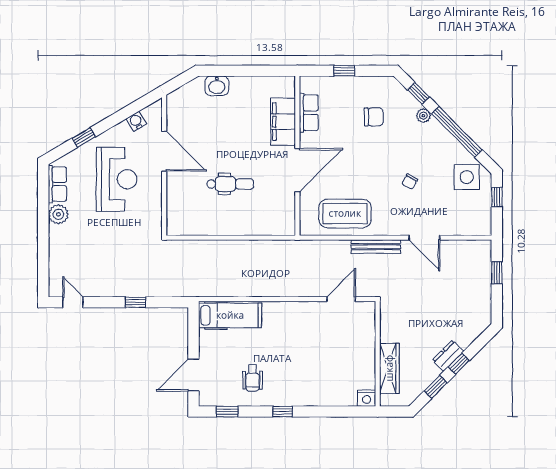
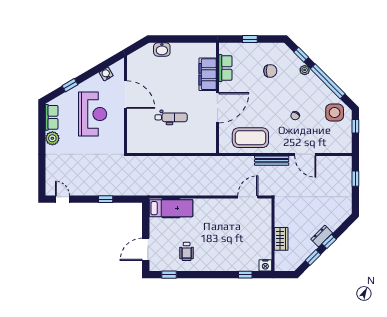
wardrobe: (389, 368) -> (281, 239), width x0.67
window: (283, 412) -> (245, 275), moved

